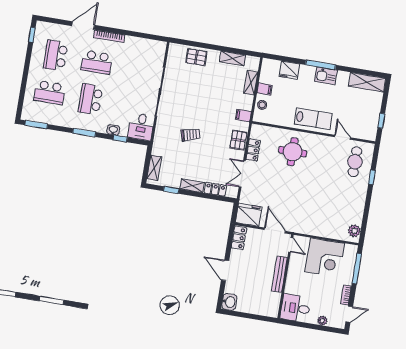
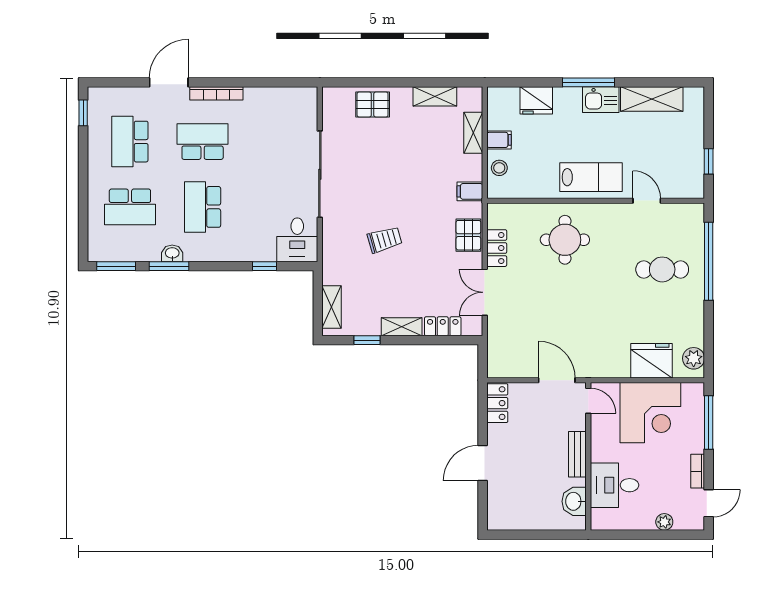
school desk: (97, 62) -> (203, 142), turned 180
shelving: (367, 82) -> (652, 99), moved
washbasin: (113, 130) -> (172, 253), moved
window: (84, 133) -> (169, 266), moved
cafe table: (355, 162) -> (662, 269), moved, turned 90
window: (372, 177) -> (709, 261), width x3.17
fridge: (249, 215) -> (651, 361), moved
door: (225, 270) -> (483, 463), hinge flipped
bench: (280, 274) -> (577, 454), width x0.73
washbasin: (229, 302) -> (574, 501), moved, turned 180
desk: (295, 308) -> (615, 485), moved

